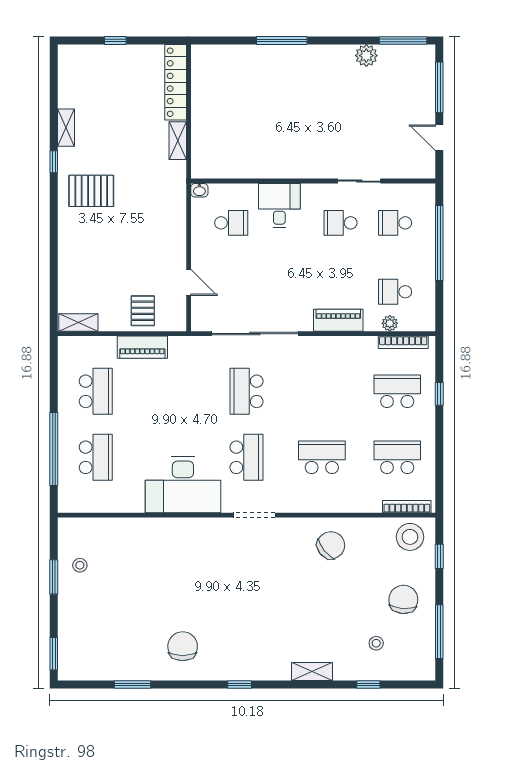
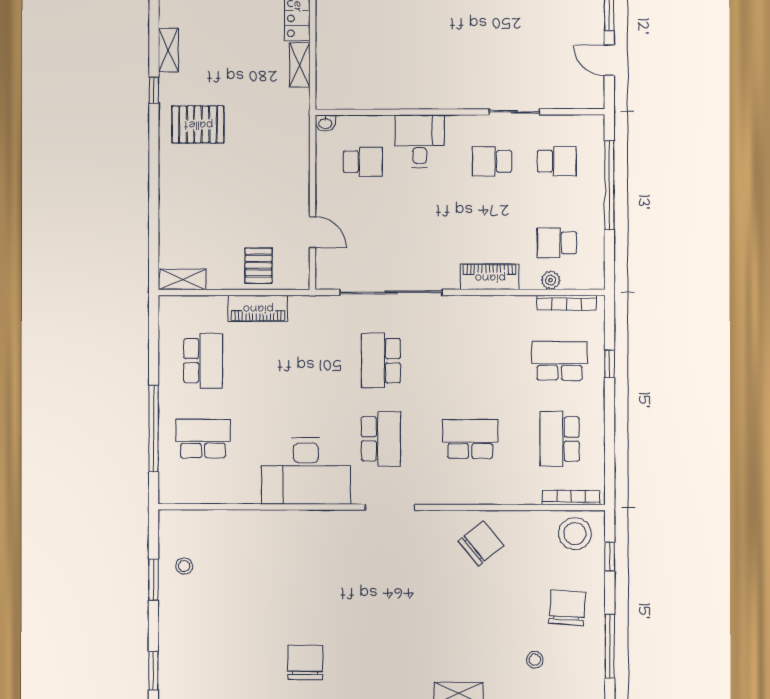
school desk: (395, 223) -> (557, 161), turned 180
school desk: (96, 457) -> (203, 439), turned -90
school desk: (397, 457) -> (560, 439), turned -90

